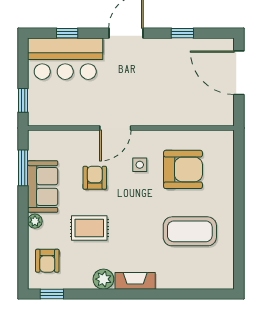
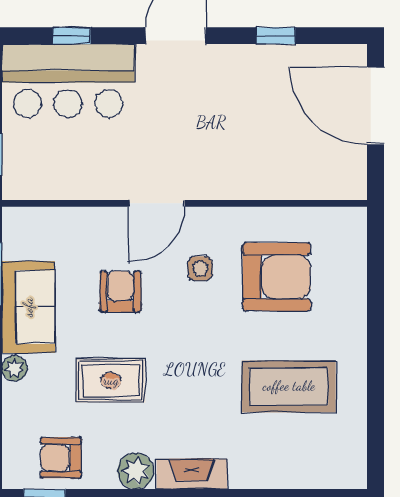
armchair: (47, 261) -> (61, 458), moved, turned 90

